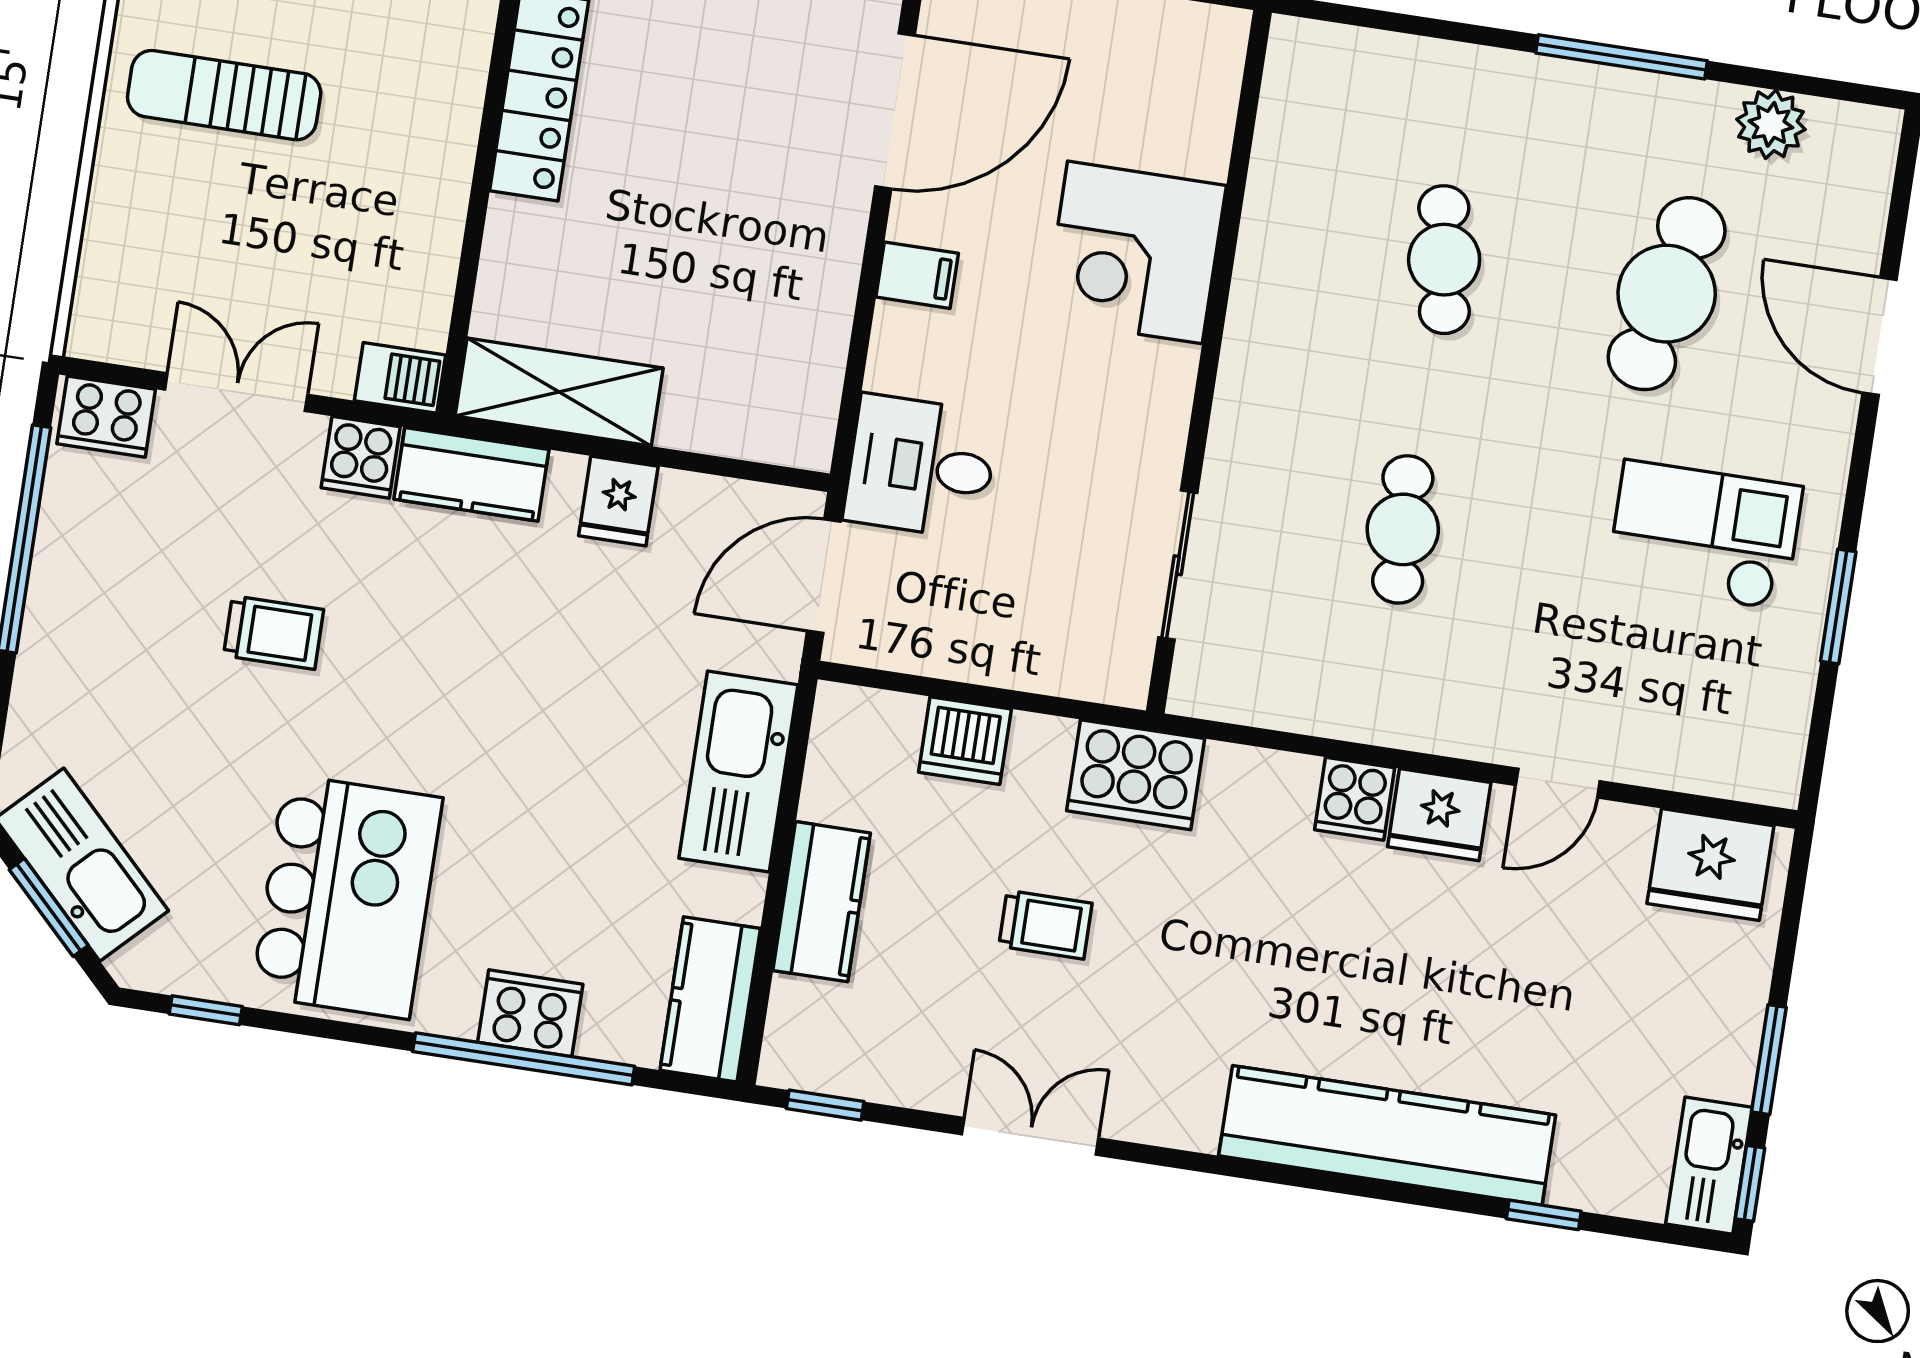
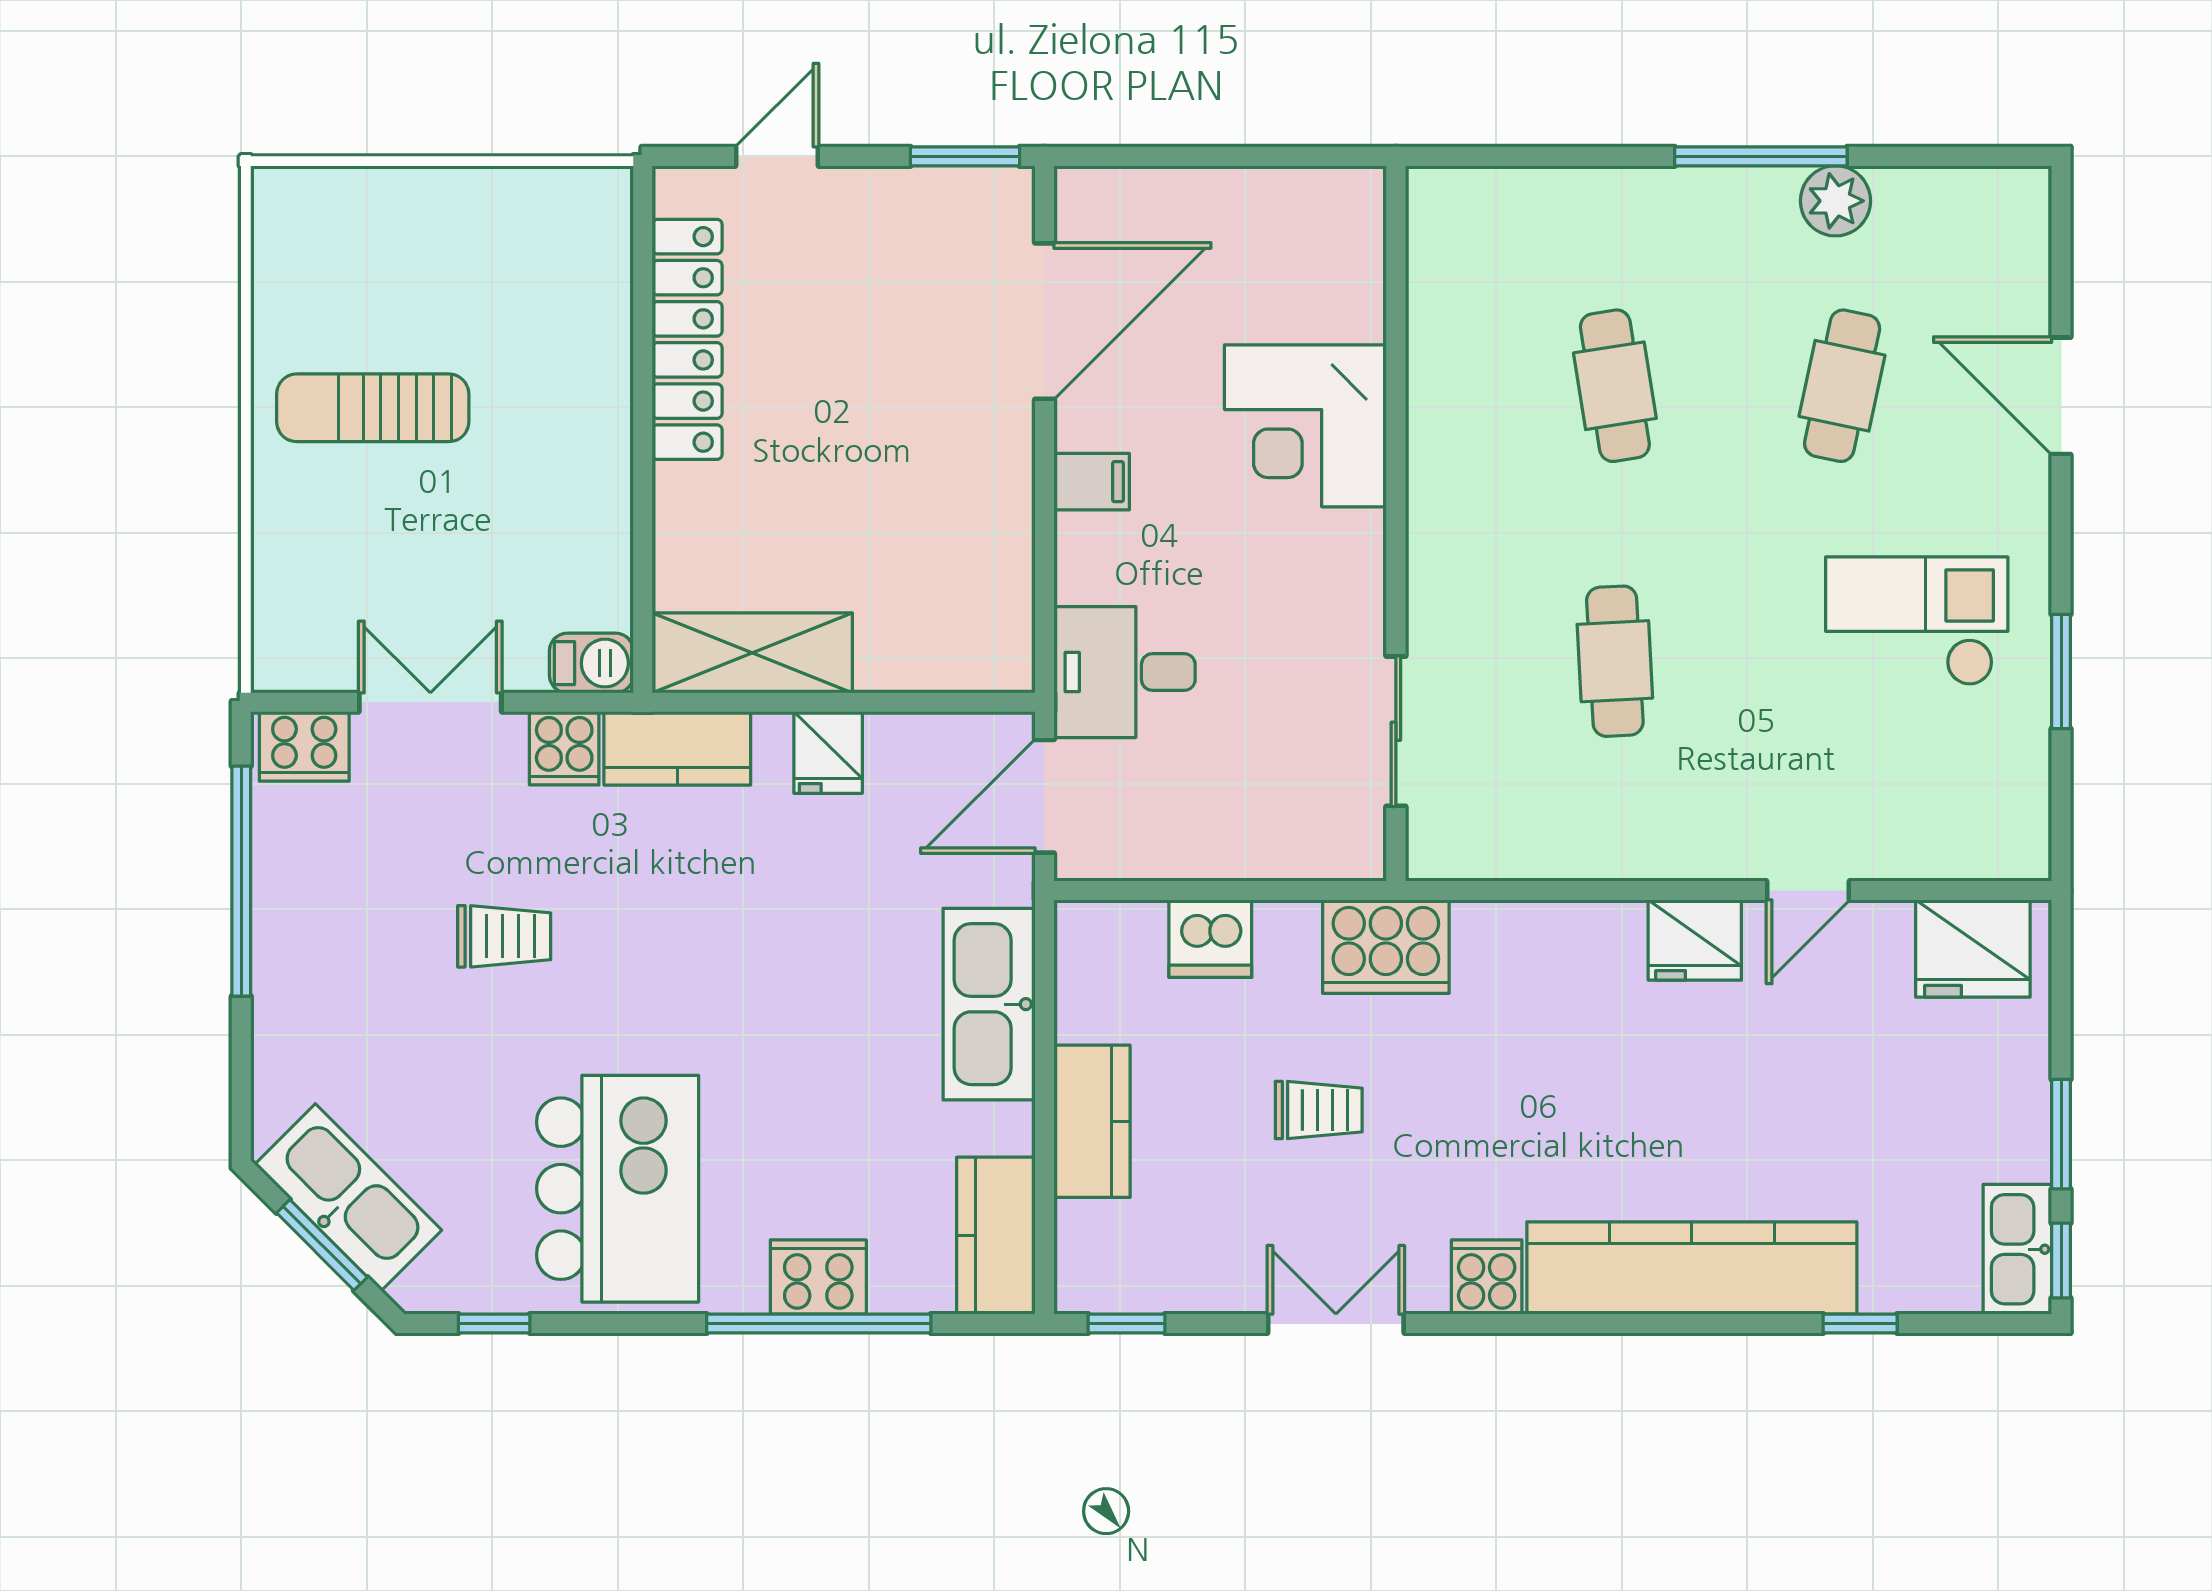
plant: (1771, 124) -> (1835, 201), moved
cafe table: (1667, 294) -> (1842, 386), width x0.73, depth x0.74
cooker: (1355, 799) -> (1487, 1277), moved, turned 180

